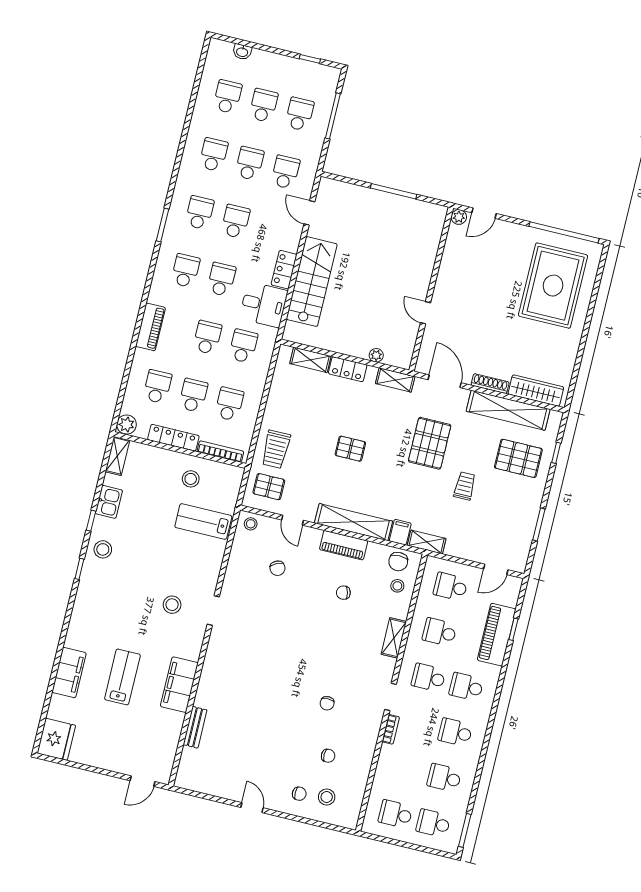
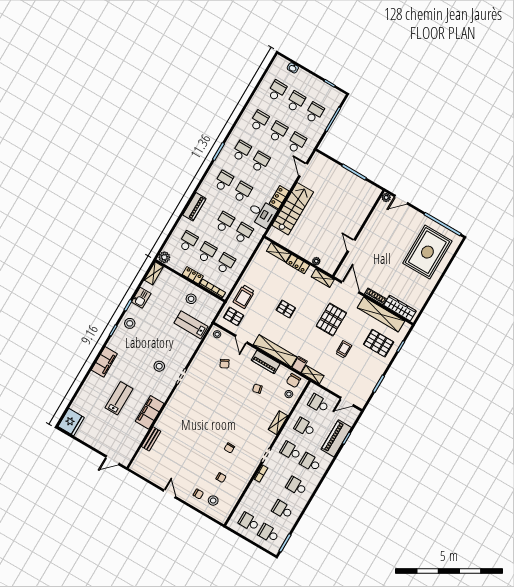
locker: (173, 438) -> (193, 275), width x0.66
filing cabinet: (69, 673) -> (104, 362), moved

